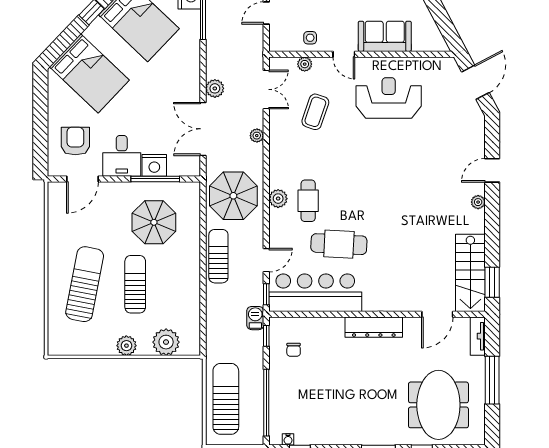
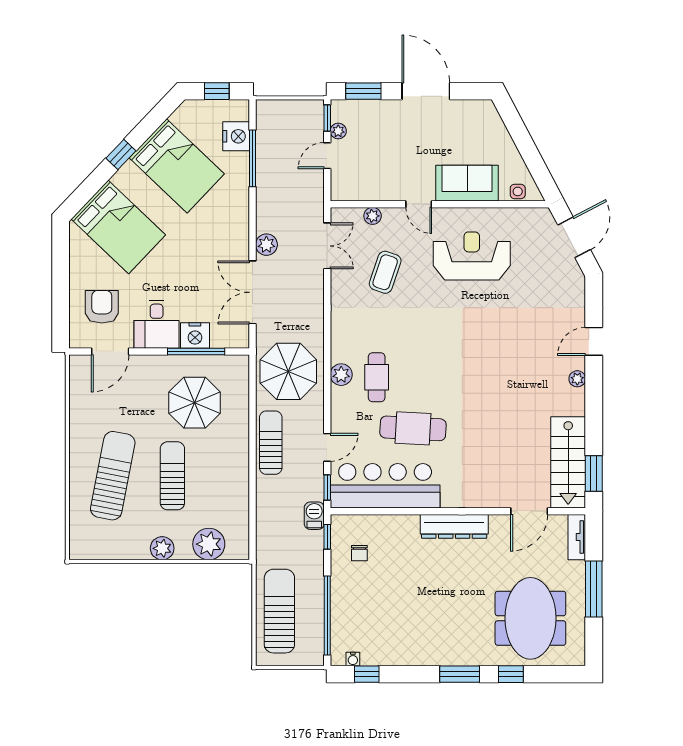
side table: (310, 38) -> (518, 191), moved
plant: (257, 136) -> (316, 300), removed

